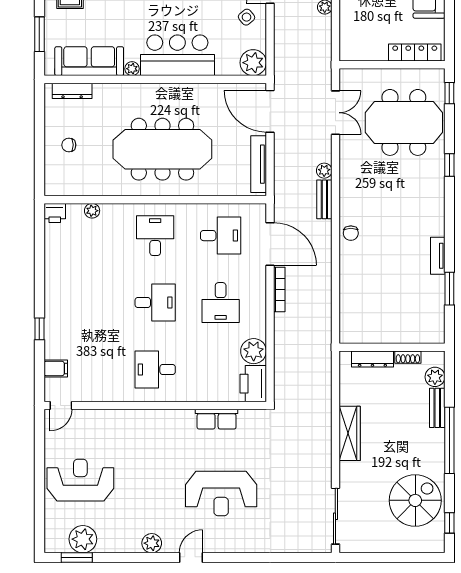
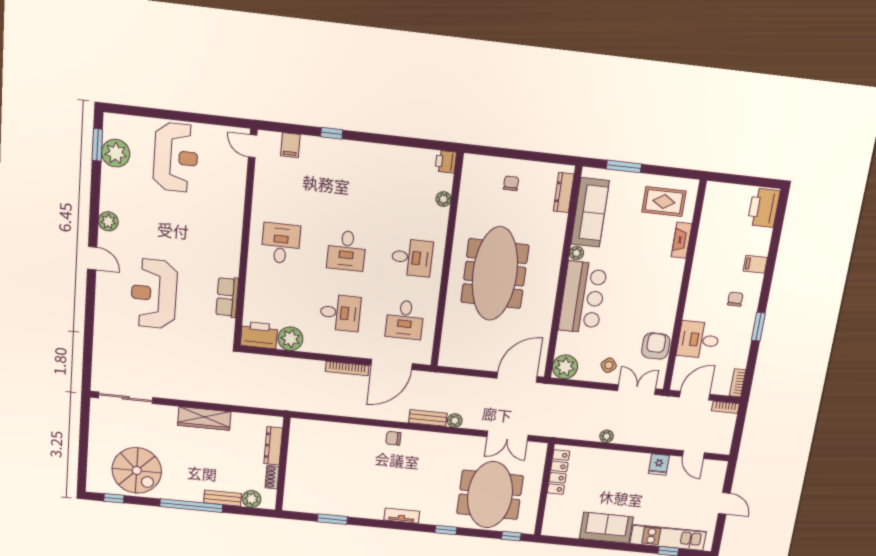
locker: (415, 53) -> (558, 472), moved
tv unit: (259, 164) -> (469, 362), removed
tv unit: (438, 256) -> (402, 516), moved
desk: (221, 303) -> (340, 313), turned 180

